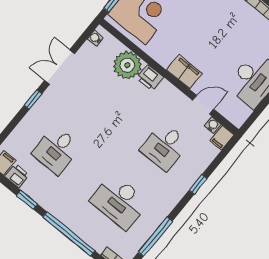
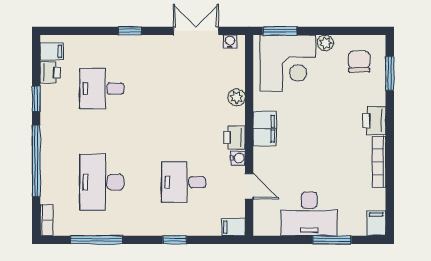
plant: (127, 65) -> (237, 97), width x0.53, depth x0.53
double door: (59, 67) -> (196, 31), moved
filing cabinet: (184, 72) -> (265, 129), moved
printer: (150, 78) -> (234, 138), moved
water cooler: (213, 125) -> (238, 158), moved

